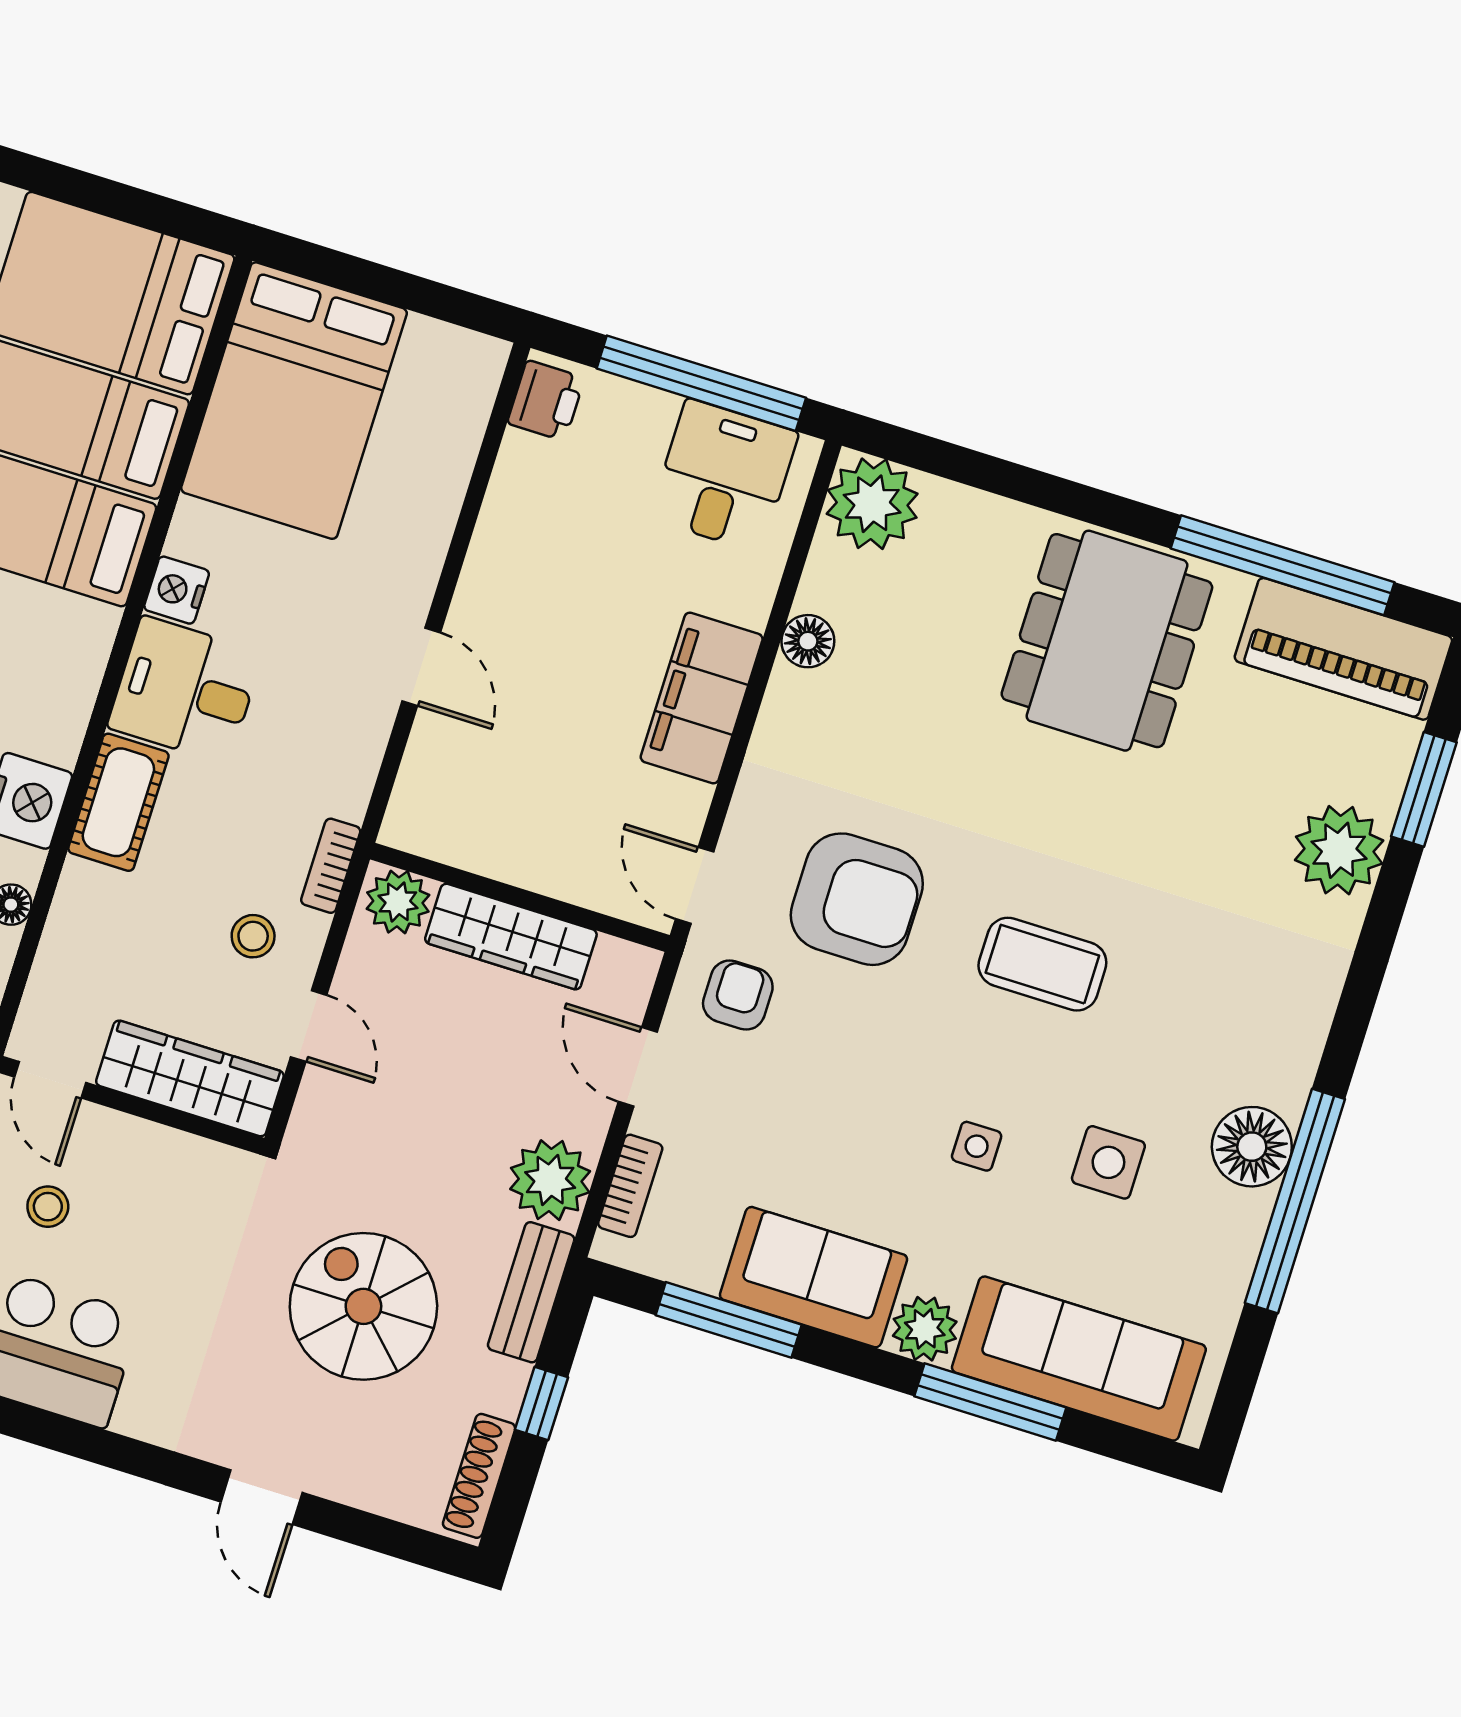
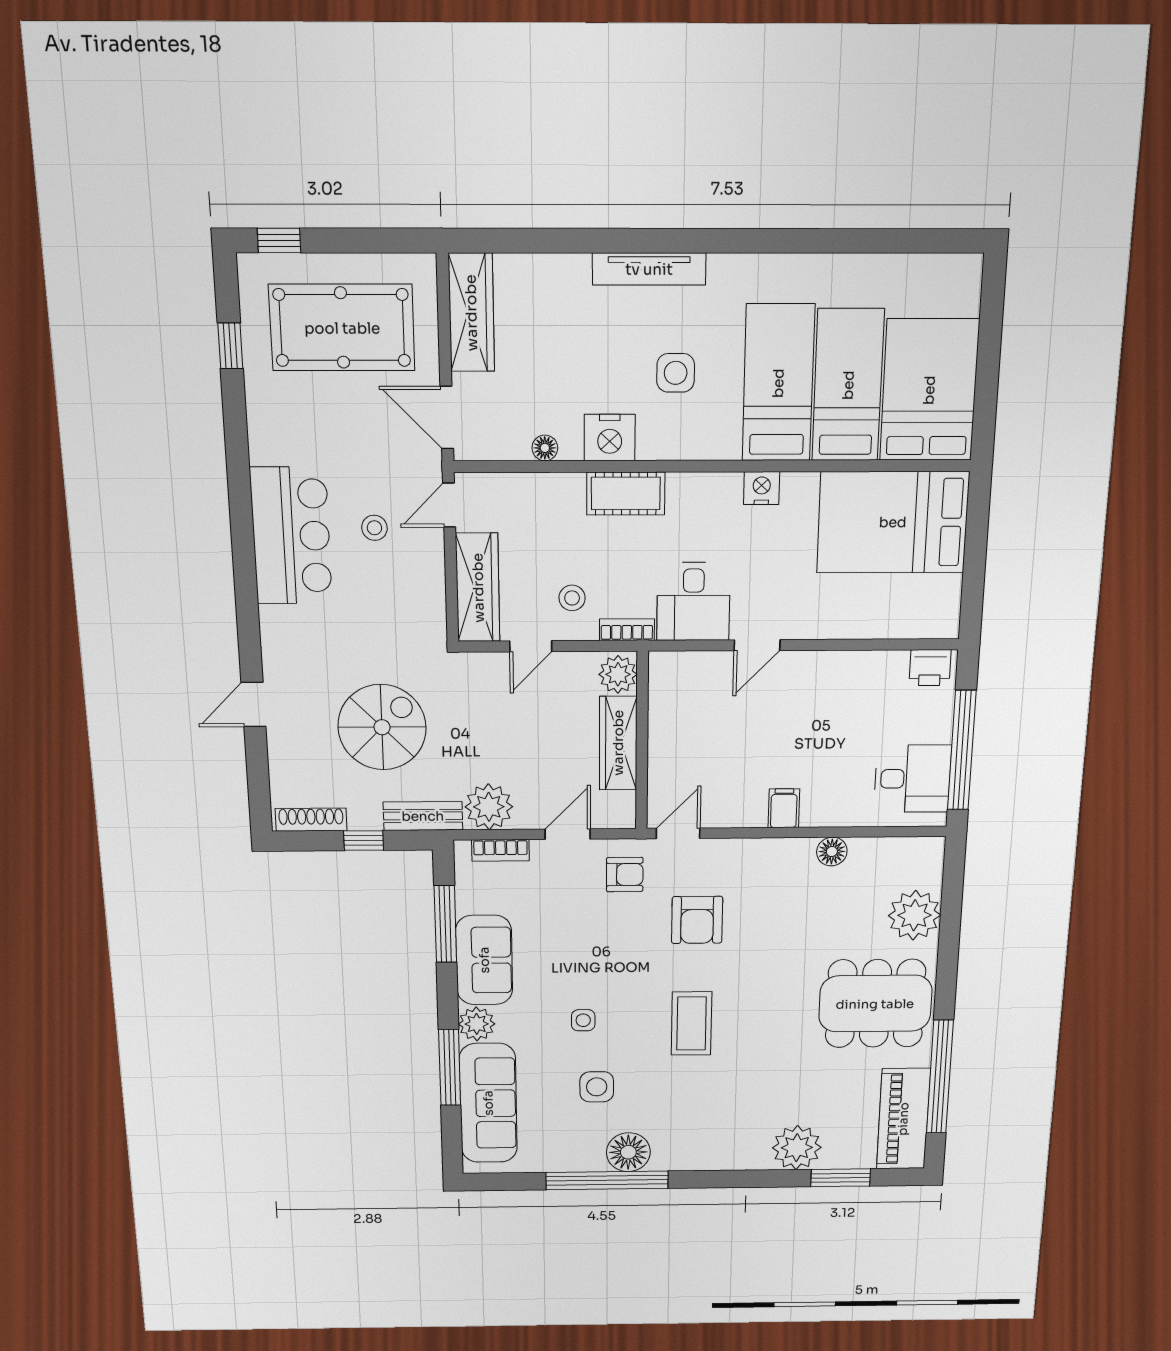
plant: (872, 504) -> (914, 915), moved
desk: (185, 690) -> (693, 602), moved, turned 180
filing cabinet: (702, 698) -> (784, 808), width x0.33, depth x0.86
armchair: (857, 899) -> (697, 920), width x0.73, depth x0.73

